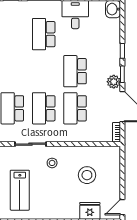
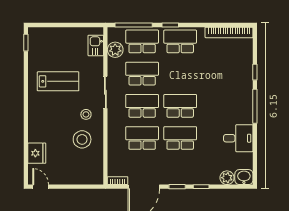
school desk: (44, 34) -> (180, 106), moved
plant: (114, 82) -> (227, 178), moved
stool: (87, 175) -> (82, 139), moved
lab bench: (20, 190) -> (58, 81), turned 180

